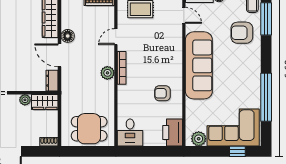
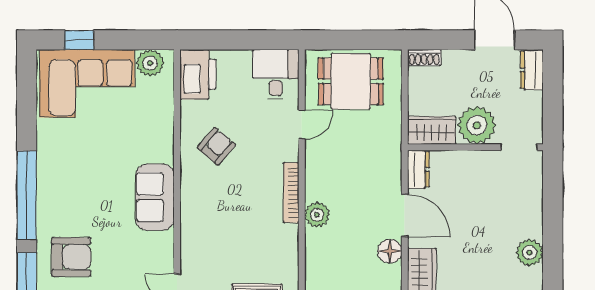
door: (116, 37) -> (302, 124), moved
sofa: (199, 65) -> (155, 197), width x0.54, depth x0.79
plant: (107, 73) -> (317, 215), moved
armchair: (162, 93) -> (216, 146), turned -50
window: (266, 97) -> (27, 195), moved
plant: (25, 100) -> (477, 125), width x1.88, depth x1.88

